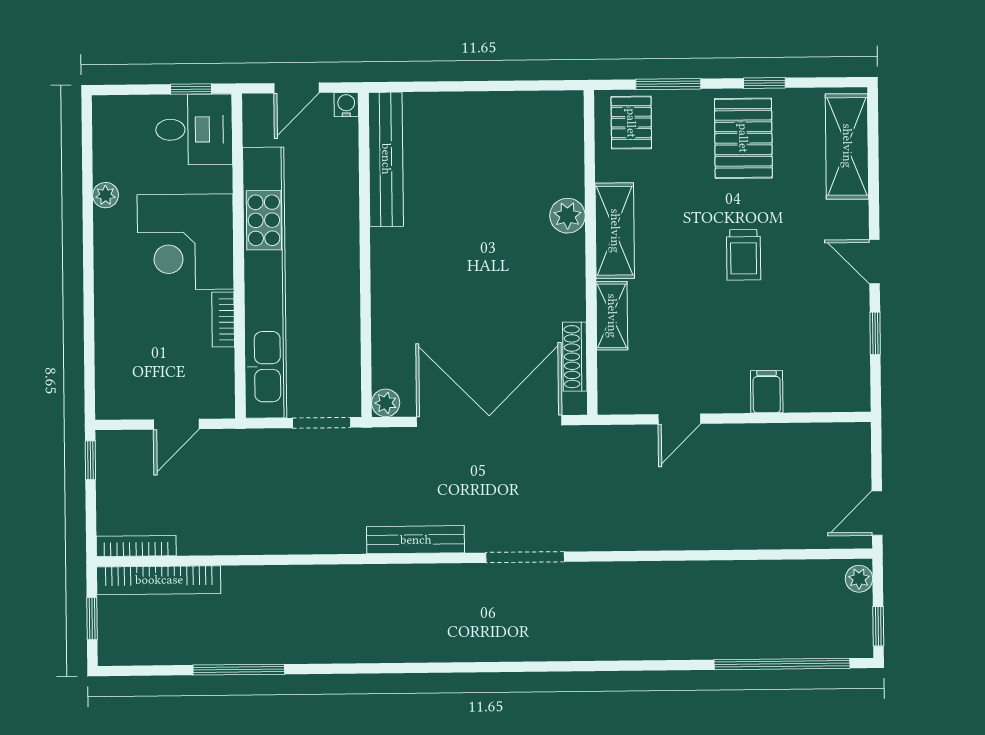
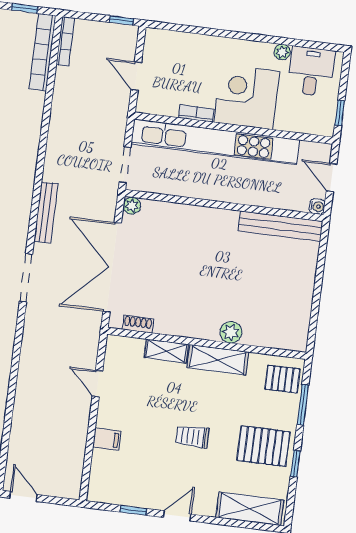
desk: (194, 130) -> (311, 71), moved, turned 180
shoe rack: (575, 357) -> (138, 324), width x0.70
double door: (489, 421) -> (112, 267), swing flipped

